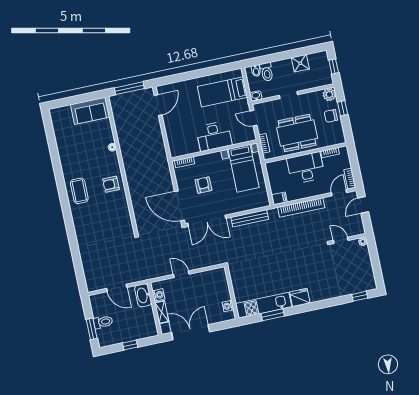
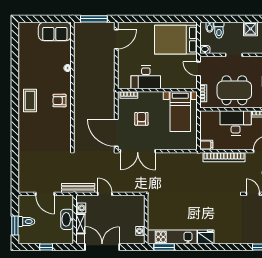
bed: (222, 92) -> (176, 40), width x1.50
desk: (214, 136) -> (146, 77), moved
bench: (250, 218) -> (78, 188), moved
washbasin: (143, 295) -> (67, 219), moved
window: (273, 315) -> (164, 247), moved

